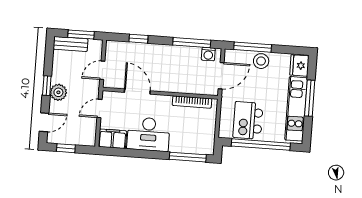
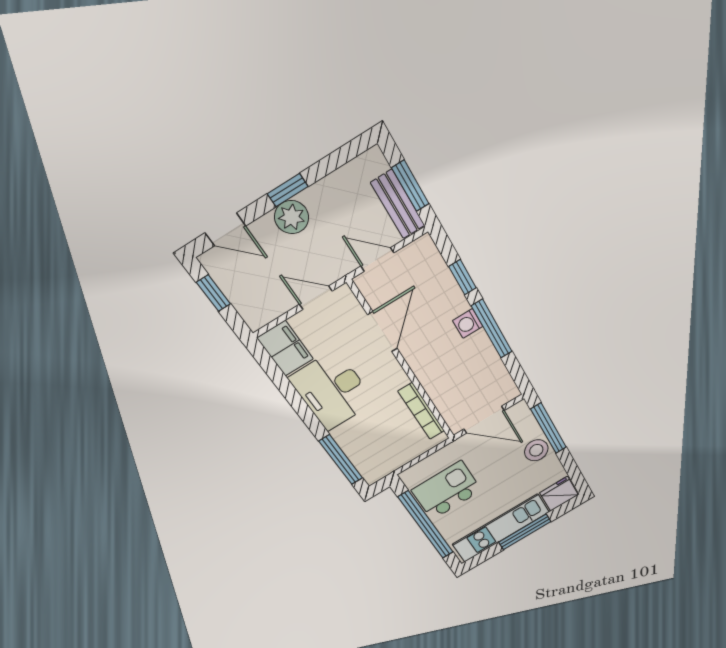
window: (192, 43) -> (492, 329), moved
bench: (71, 44) -> (398, 204), moved
washing machine: (208, 54) -> (468, 323), moved

